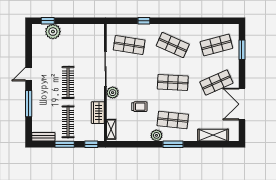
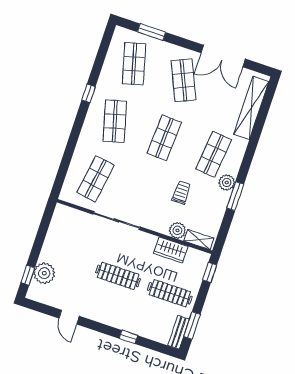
window: (144, 21) -> (89, 93), moved
shop shelf: (173, 45) -> (115, 121), turned -39
door: (29, 74) -> (69, 317), moved
plant: (113, 93) -> (177, 230), moved
window: (29, 104) -> (128, 337), width x0.46
shelving: (213, 135) -> (251, 108), width x1.47
window: (65, 144) -> (192, 325), moved
window: (173, 144) -> (235, 196), moved

